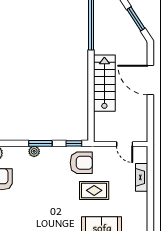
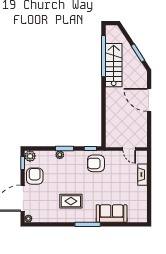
stairs: (104, 83) -> (114, 65), moved
armchair: (81, 163) -> (96, 163), turned 180
rug: (94, 190) -> (71, 201), moved

